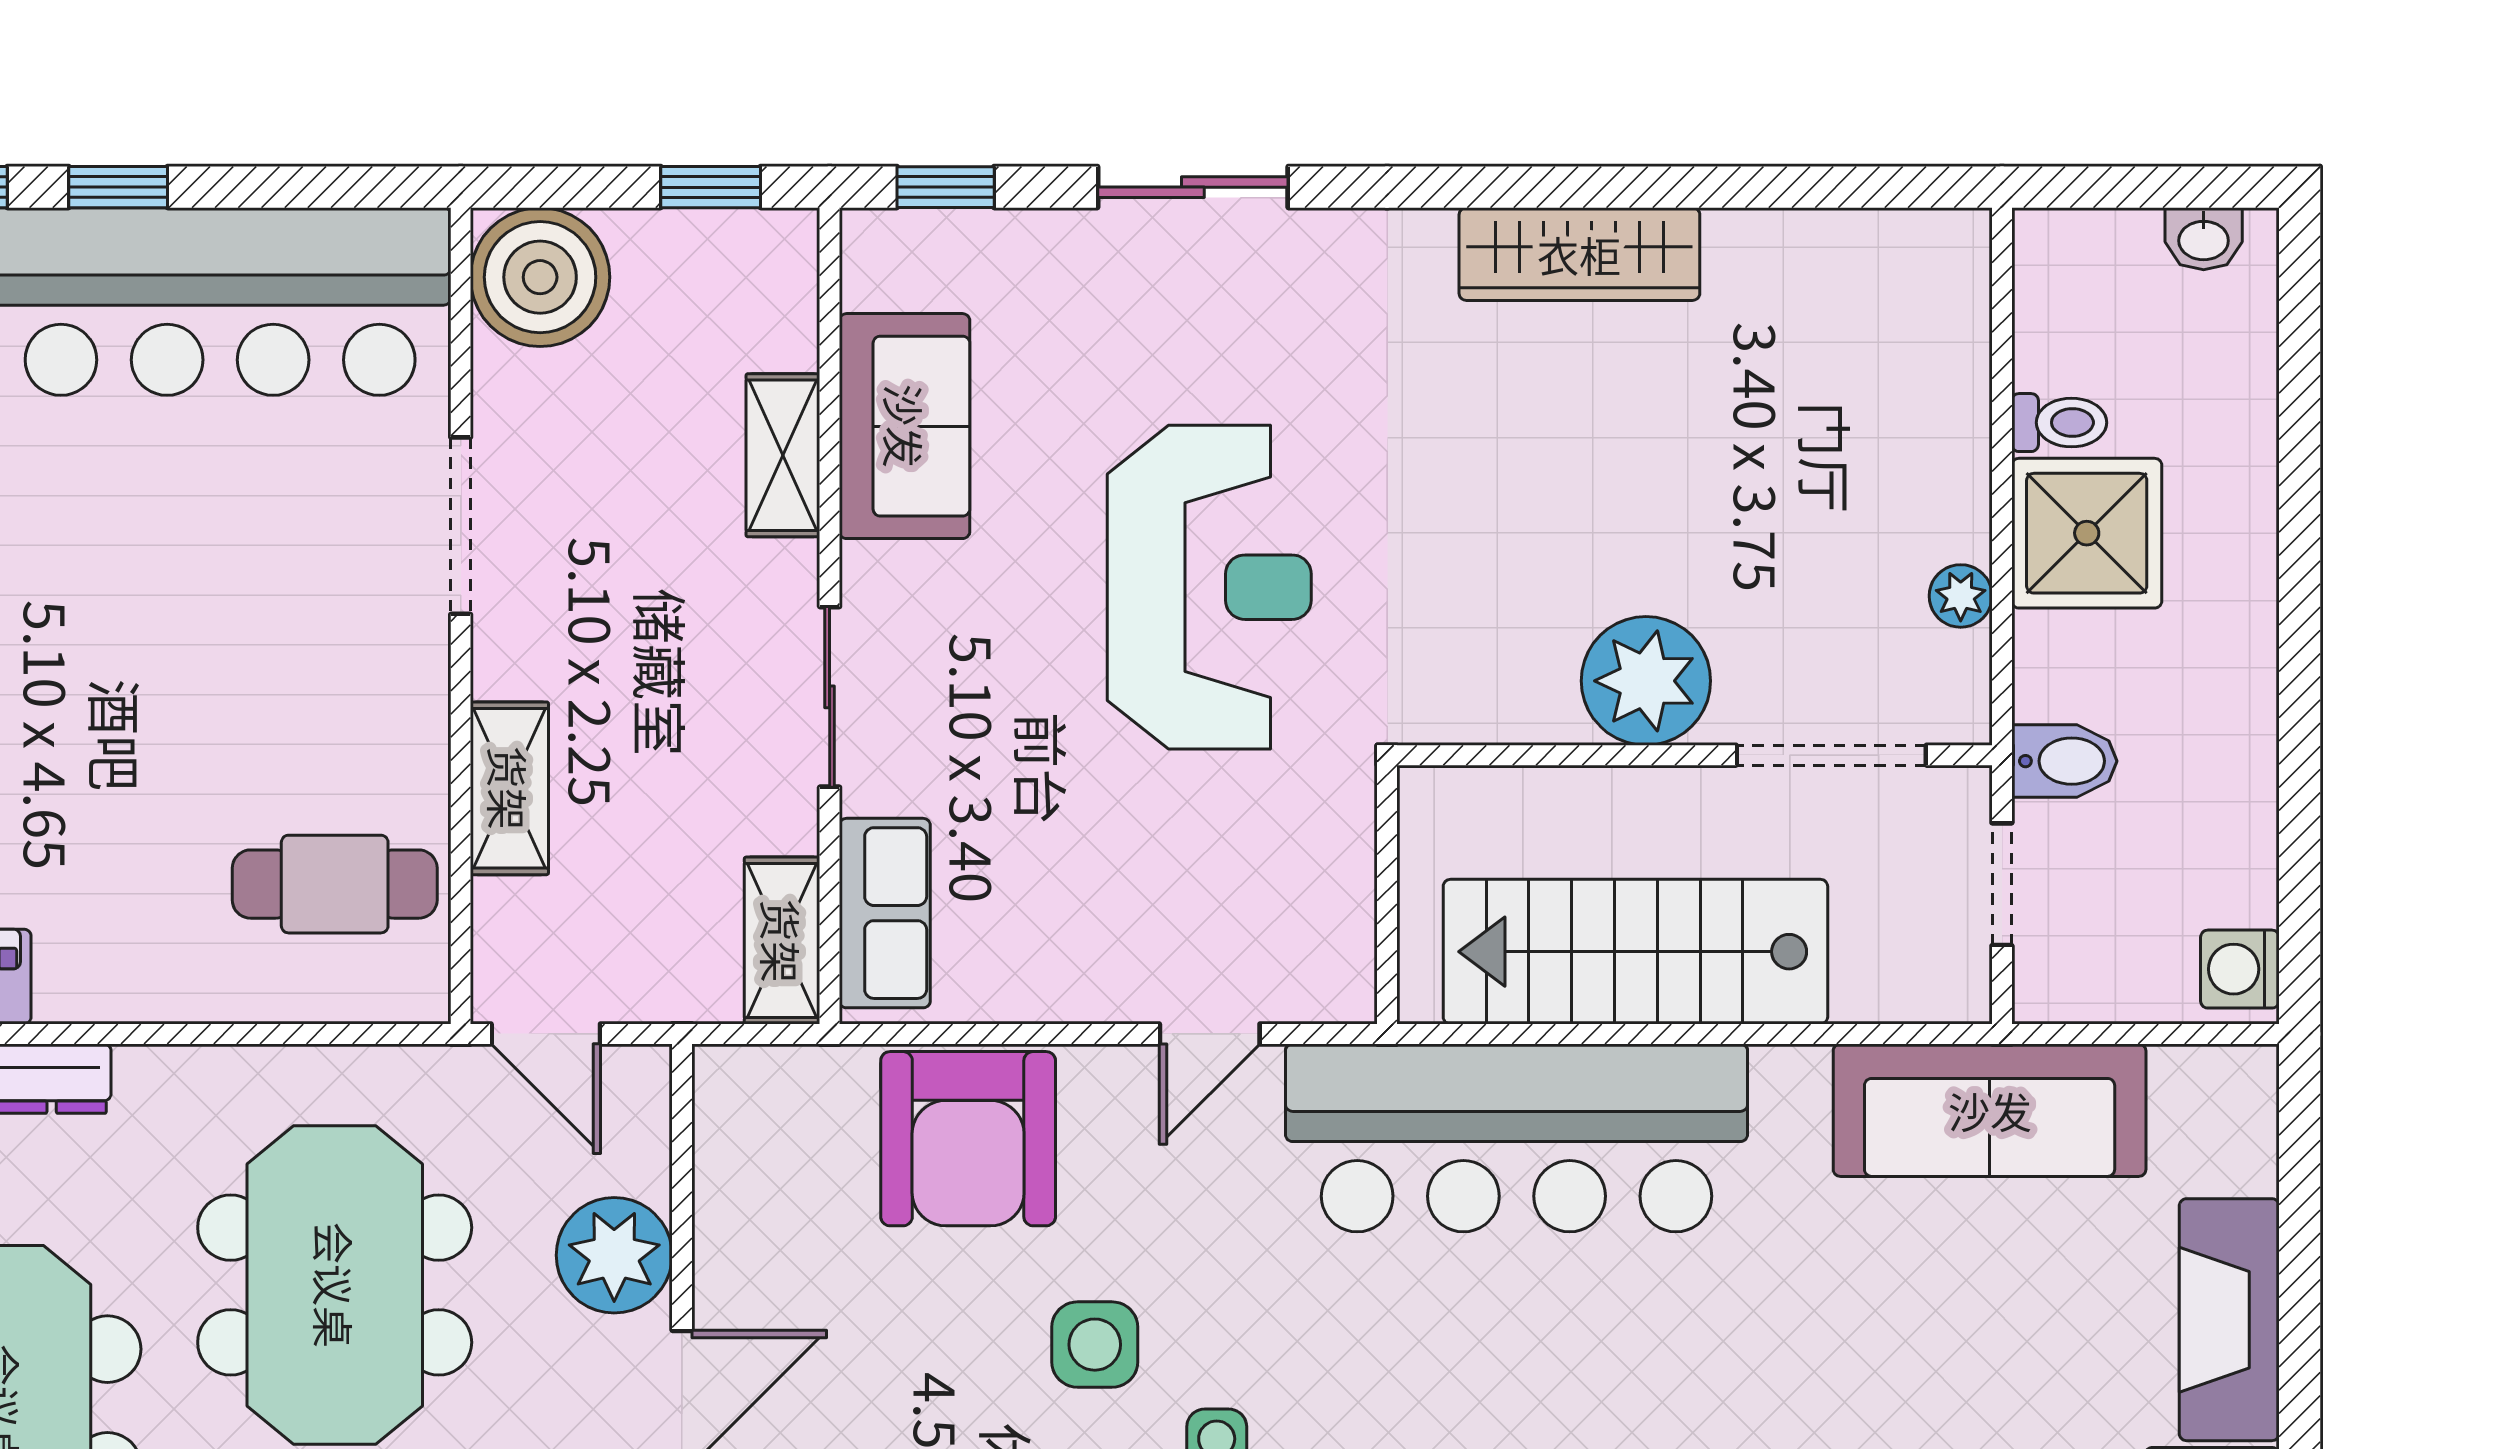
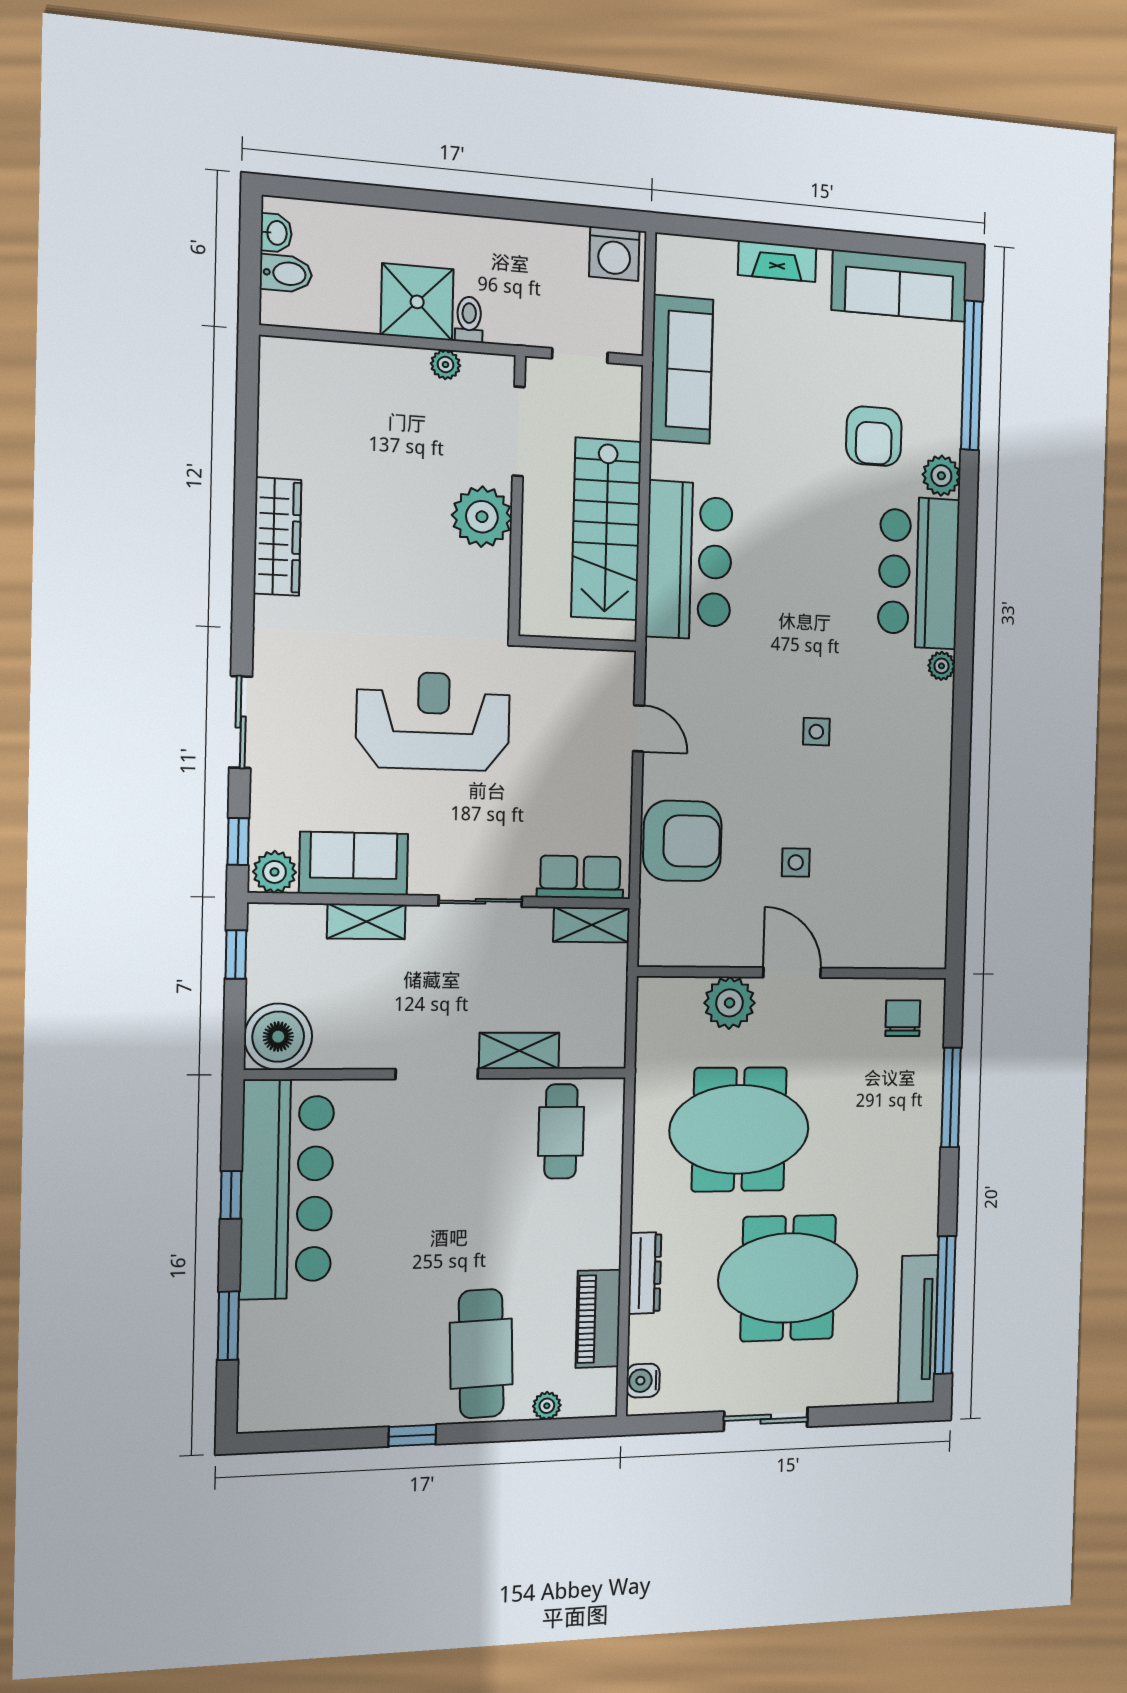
window: (118, 187) -> (231, 1195), moved
plant: (884, 263) -> (274, 872), added
toilet: (2059, 423) -> (469, 319), moved
doorway: (461, 526) -> (437, 1074), moved
bidet: (2064, 761) -> (286, 273), moved, turned 90
washing machine: (2240, 969) -> (614, 254), width x1.38, depth x1.38
door: (546, 1034) -> (631, 1034), removed
bar counter: (1517, 1138) -> (689, 561), width x0.73
fireplace: (2229, 1320) -> (777, 261), width x0.73, depth x0.76
side table: (1095, 1345) -> (796, 862), moved, width x0.73, depth x0.73

